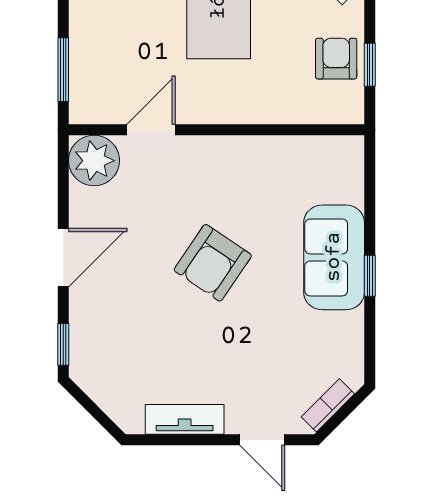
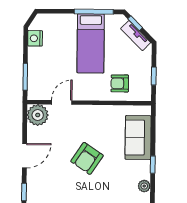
armchair: (336, 59) -> (120, 83), moved, turned -90
sofa: (334, 257) -> (138, 138), moved
plant: (350, 327) -> (144, 186), added

